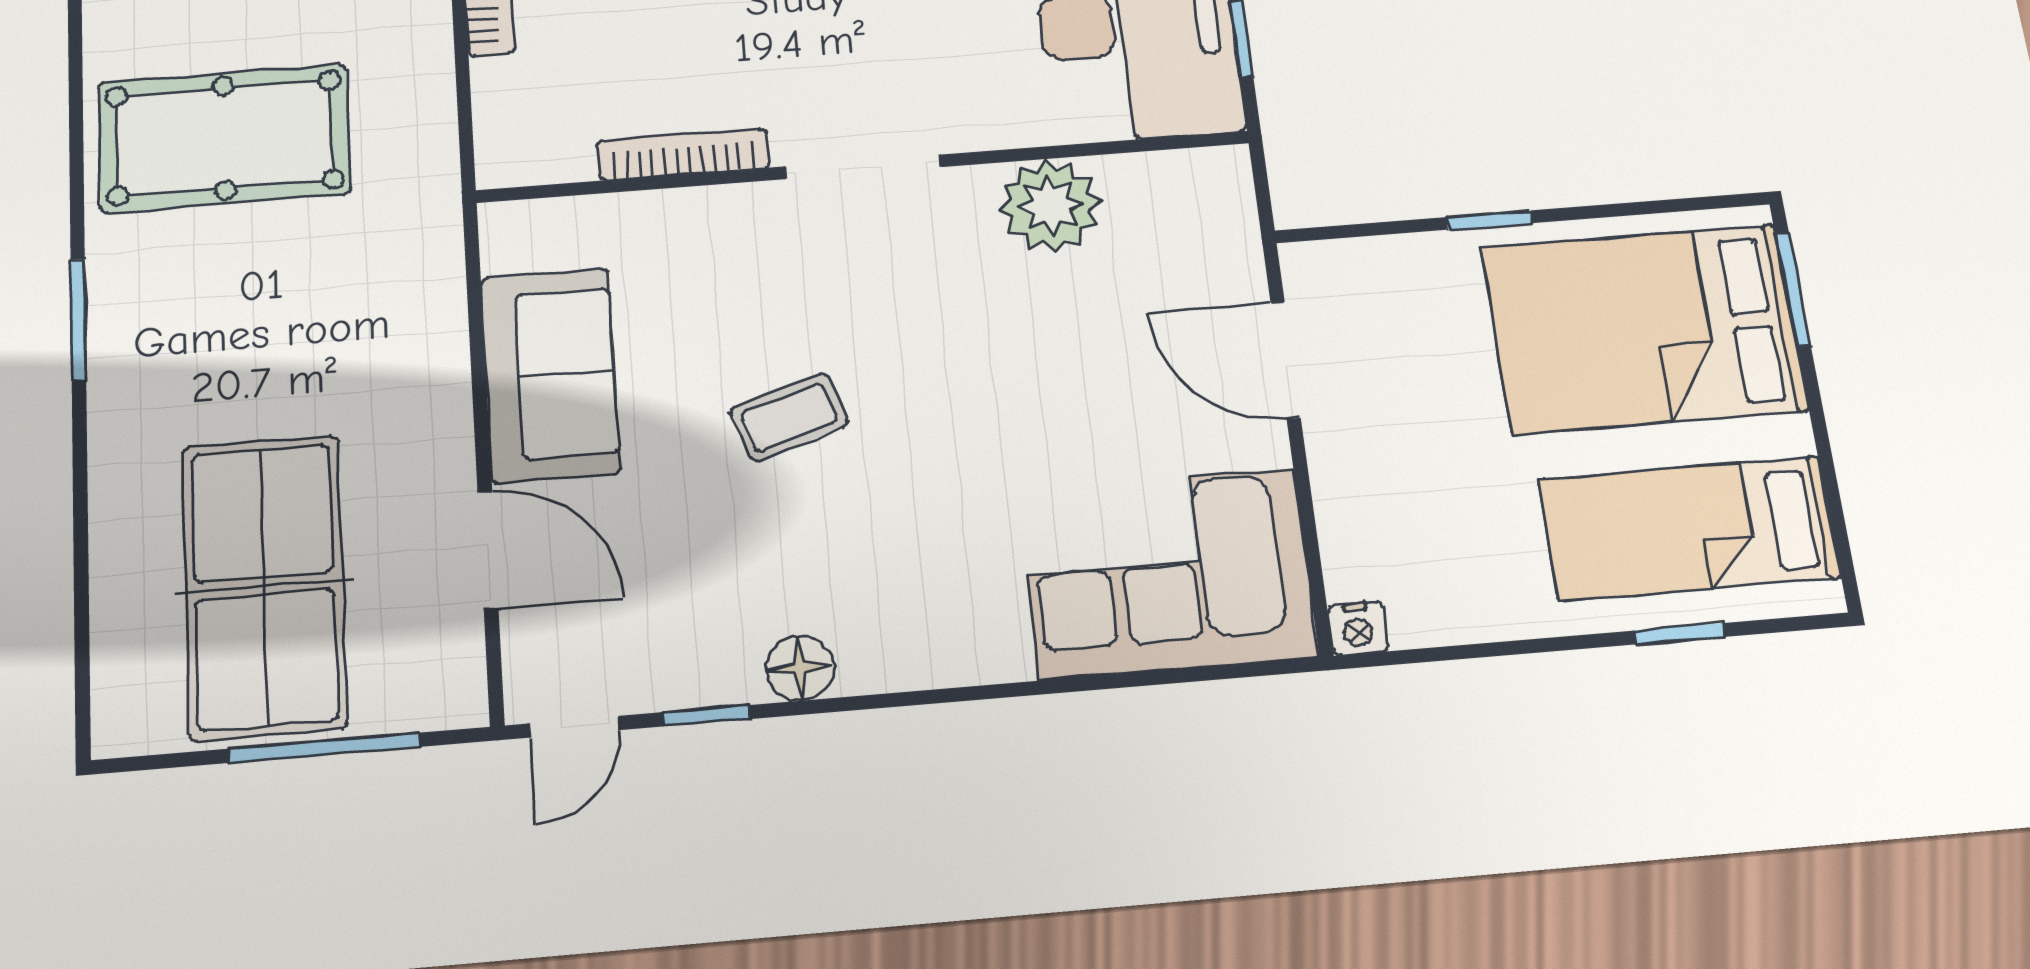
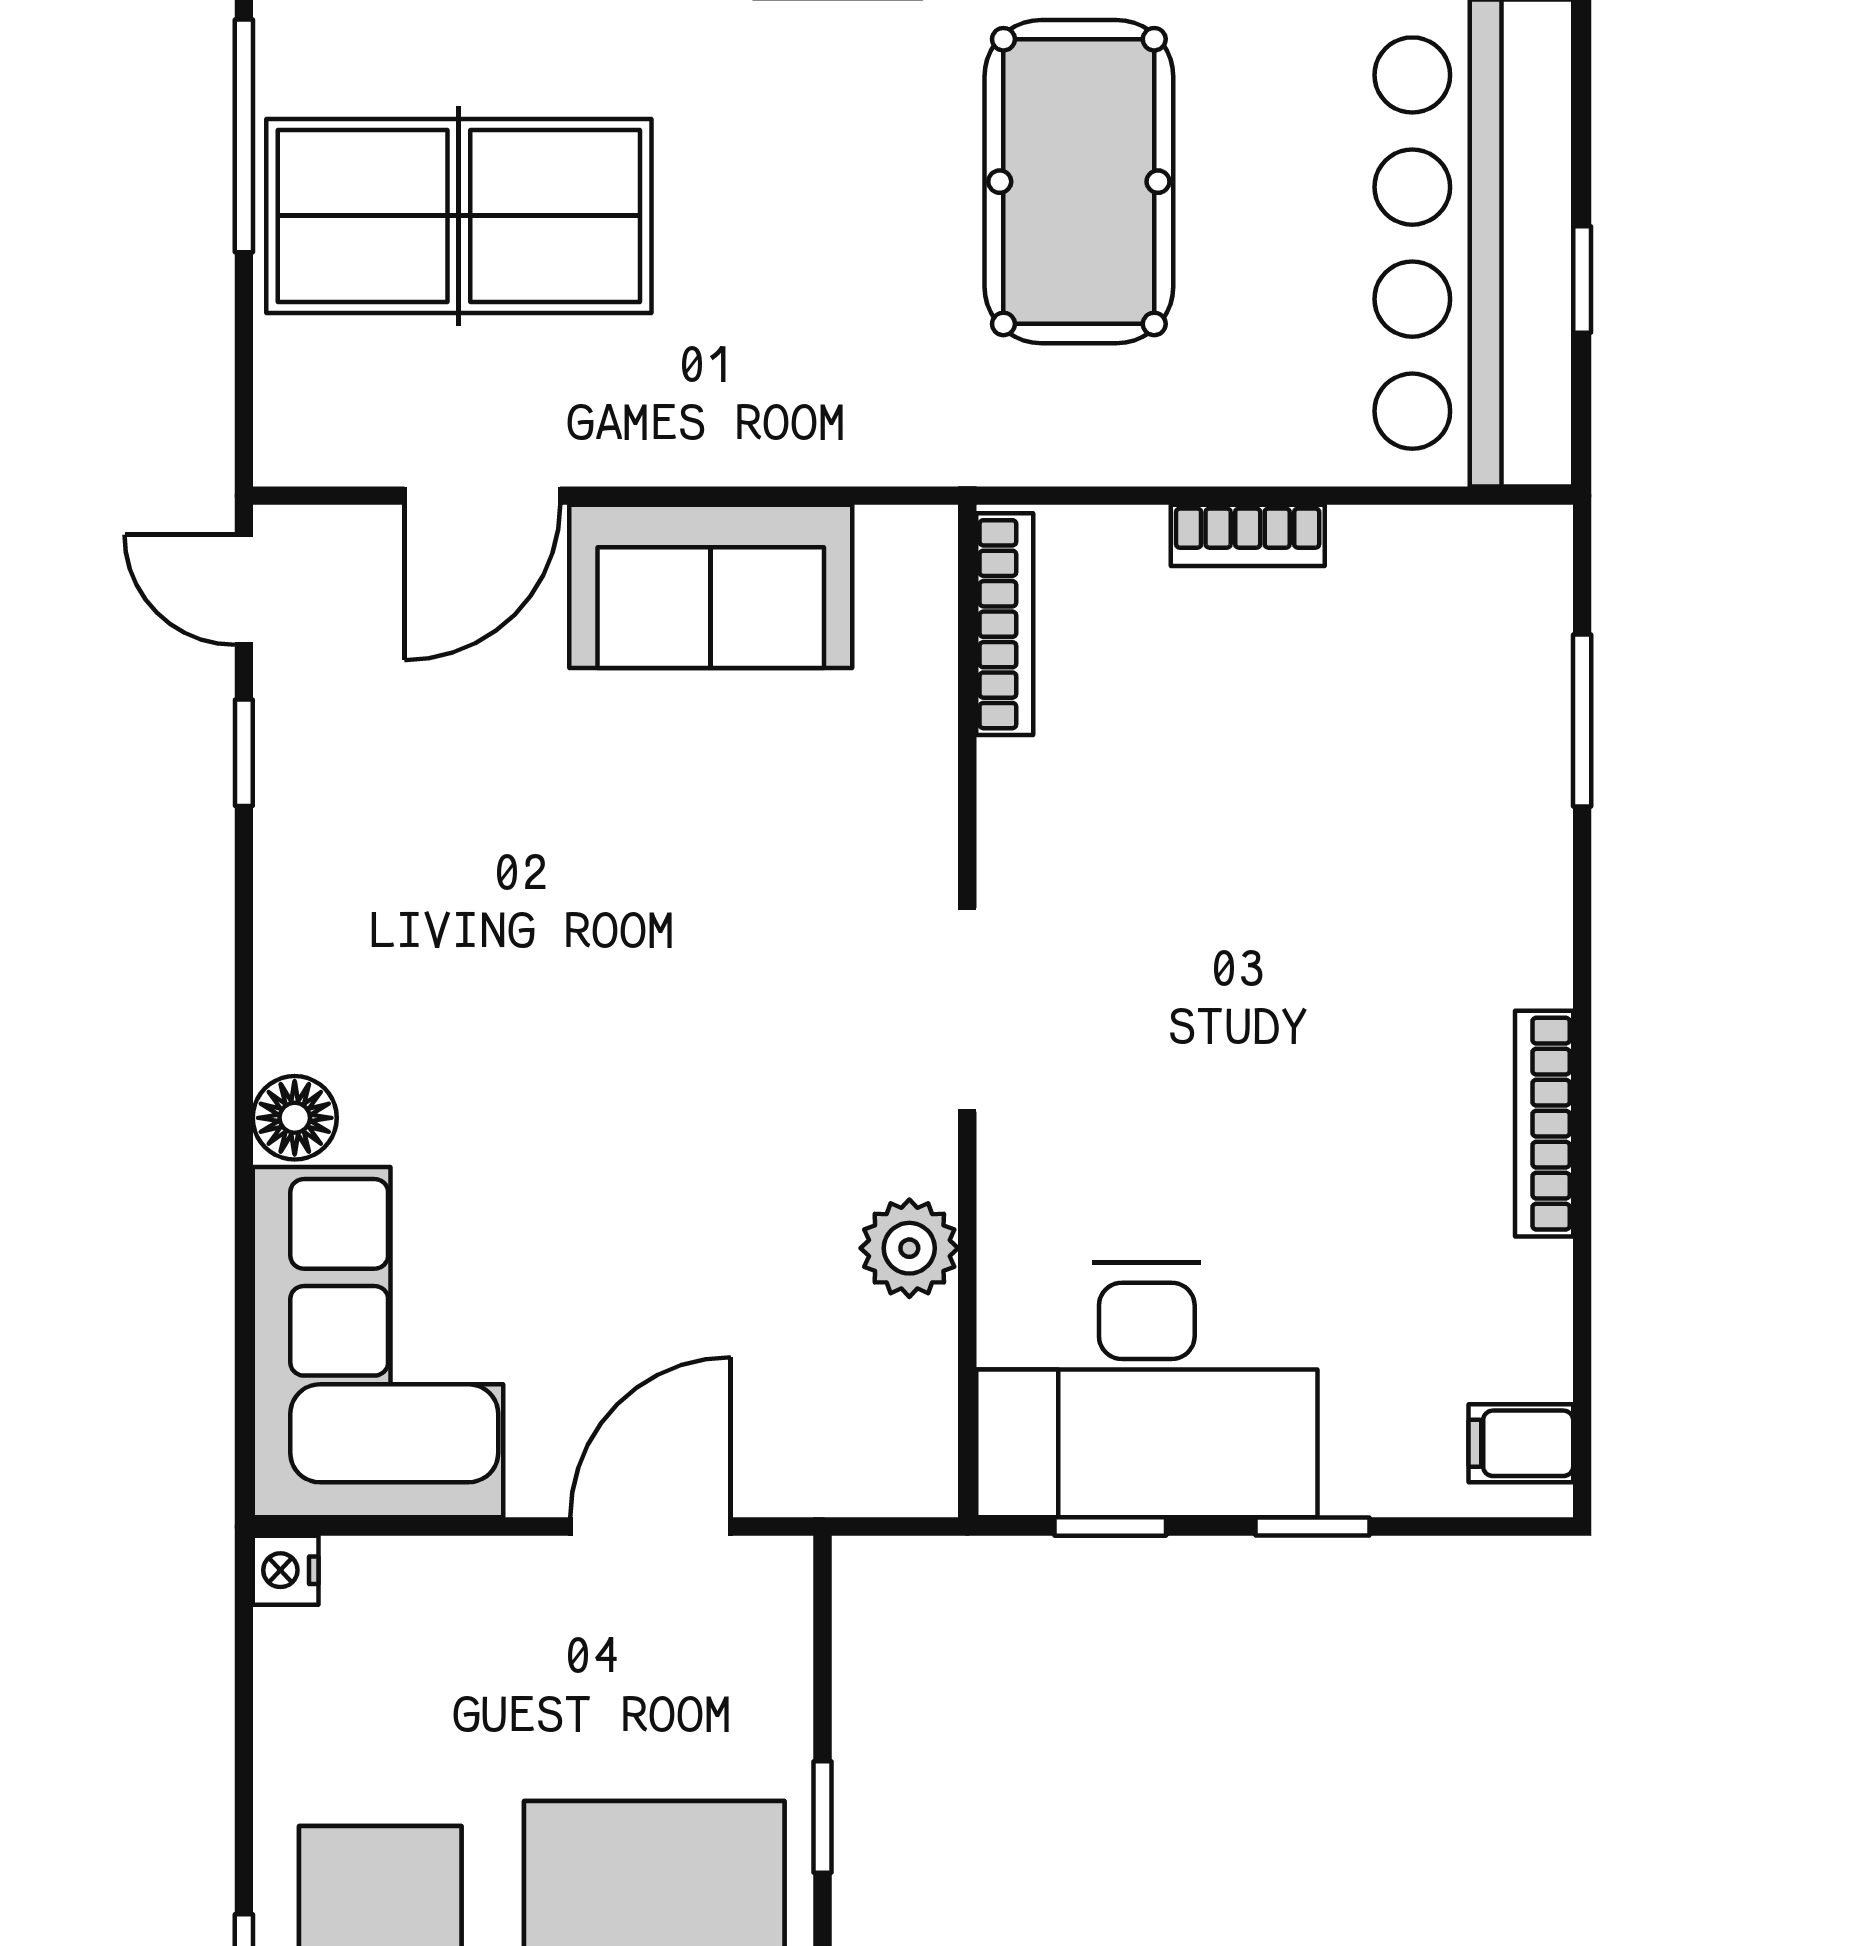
bookcase: (683, 154) -> (1005, 624), moved
plant: (1050, 206) -> (909, 1248), width x0.73, depth x0.73
coffee table: (789, 417) -> (627, 886), removed
floor lamp: (800, 668) -> (295, 1118), moved
window: (325, 748) -> (244, 136), moved

